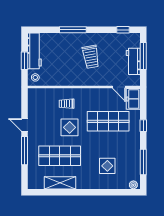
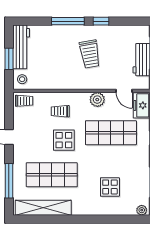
window: (123, 30) -> (101, 21), moved
plant: (97, 94) -> (97, 100), added
trolley: (37, 95) -> (24, 101), added
window: (25, 151) -> (9, 181), moved
shelving: (60, 183) -> (43, 208), width x1.47

